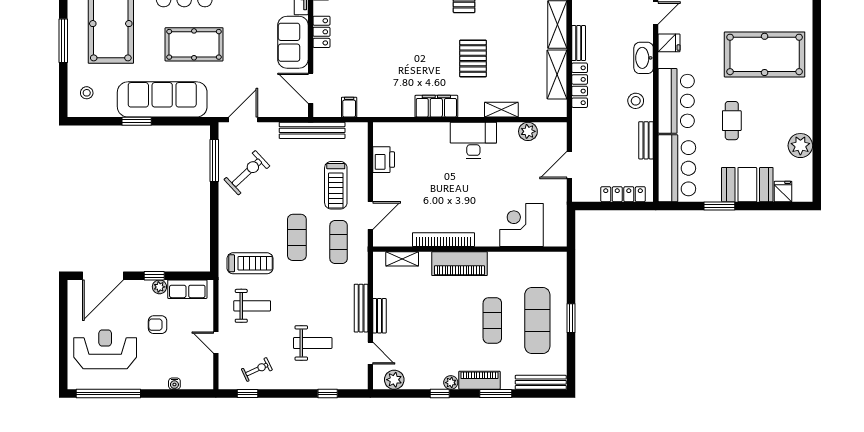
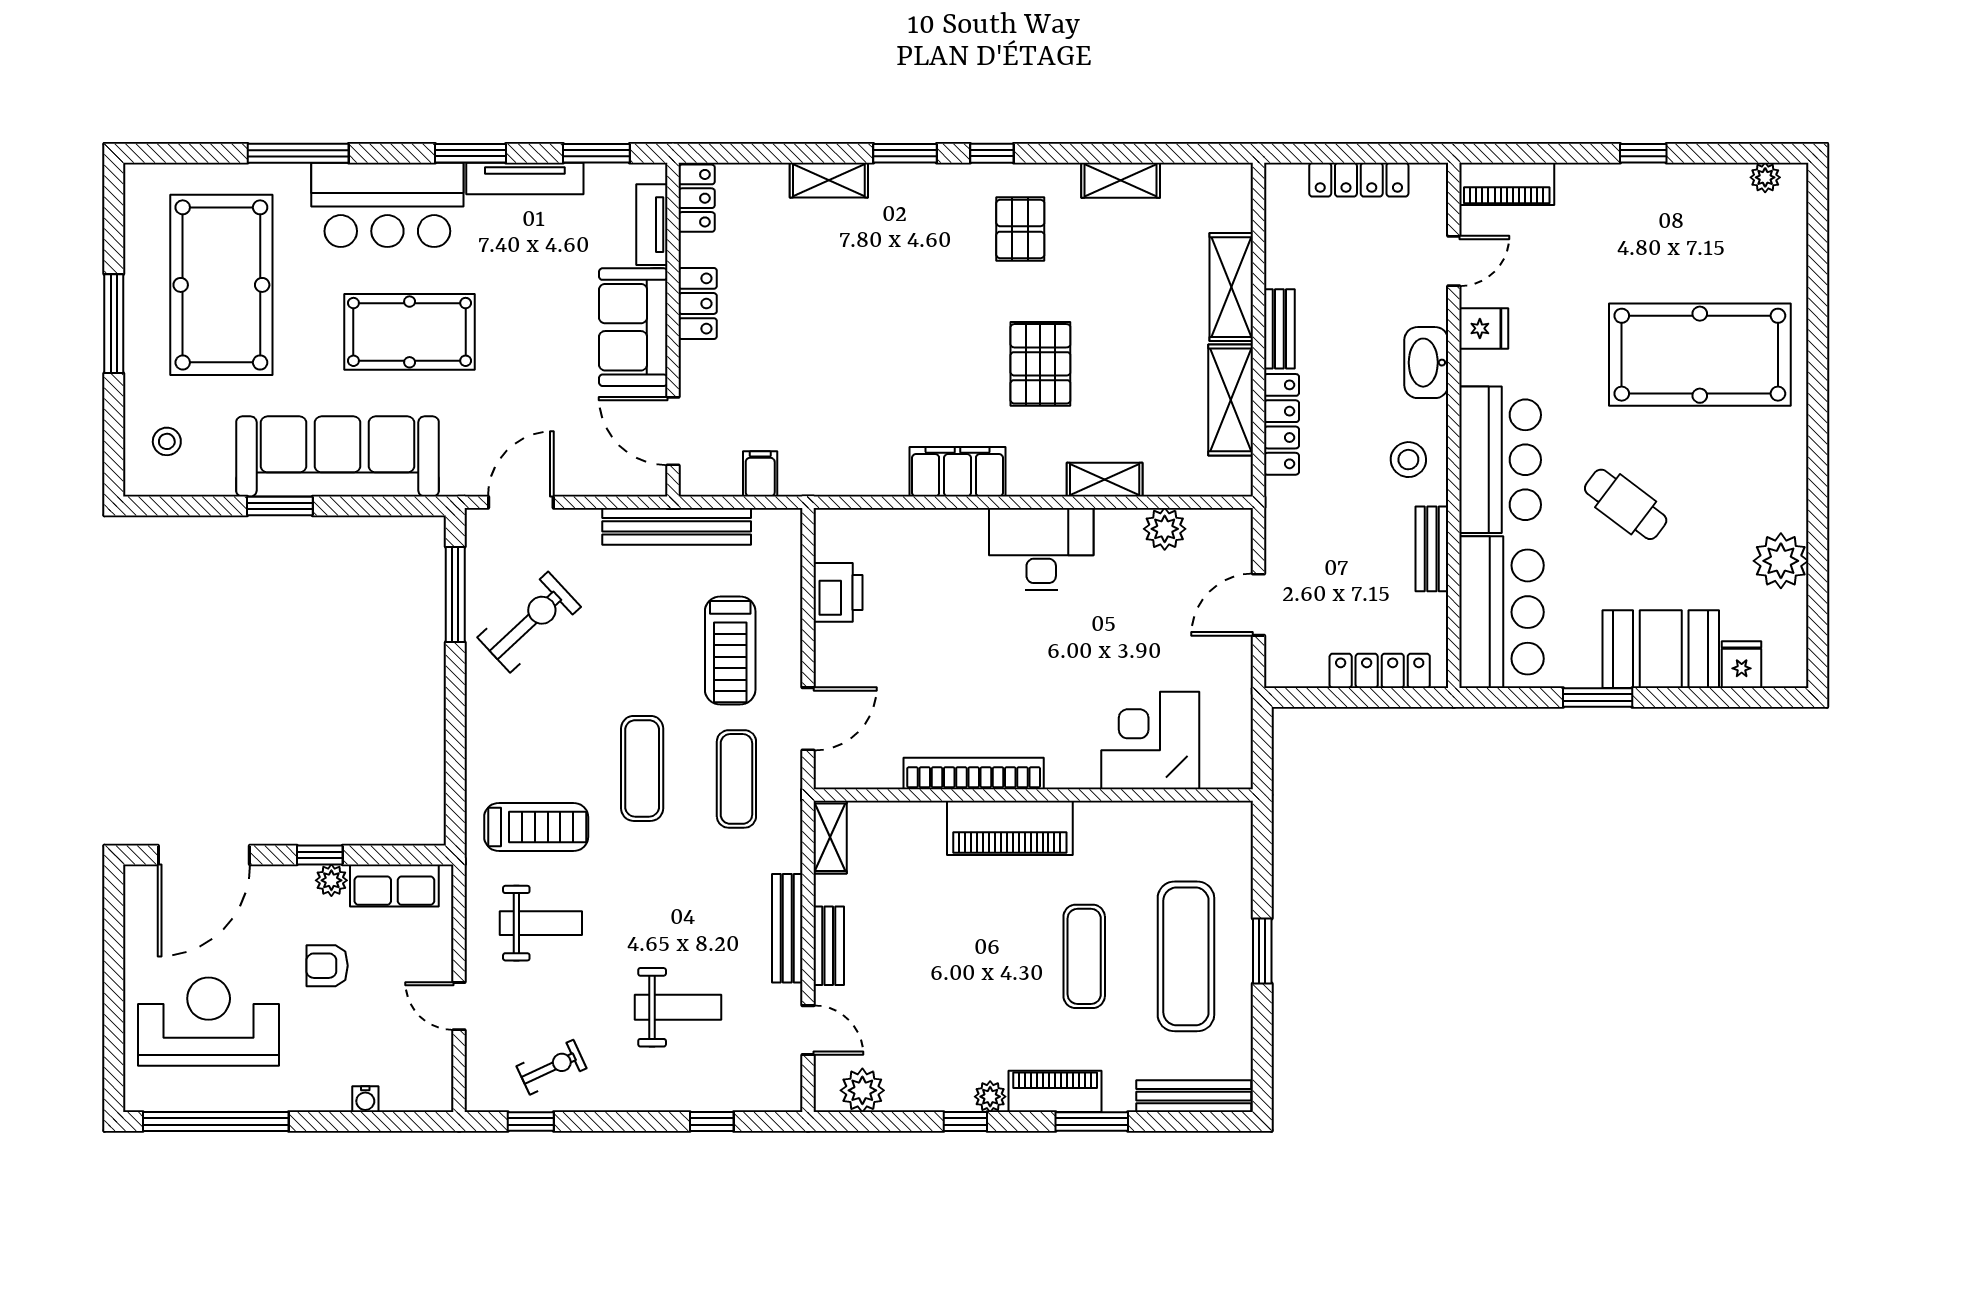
cafe table: (732, 121) -> (1626, 504), turned -53
shelving: (402, 259) -> (830, 837), moved, turned 90

